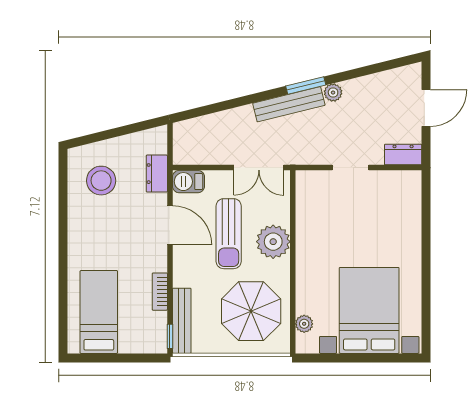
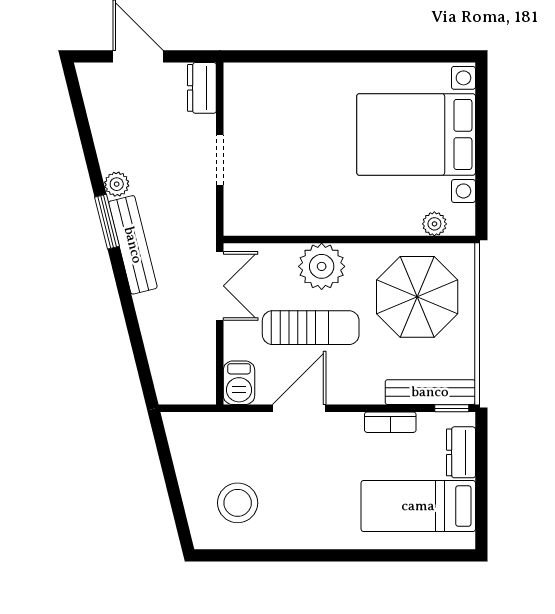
dresser: (157, 174) -> (461, 452), moved, turned 90

